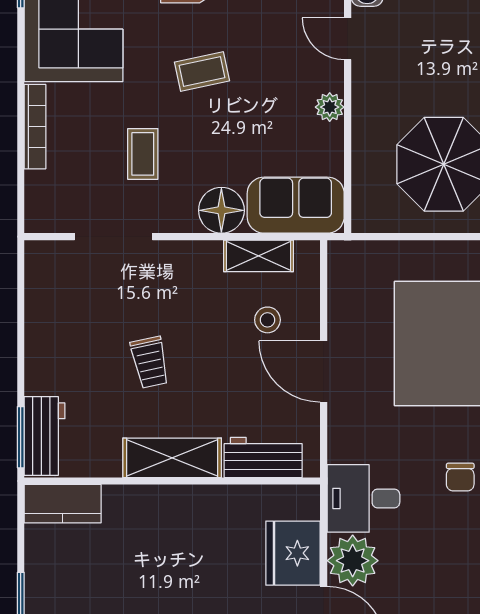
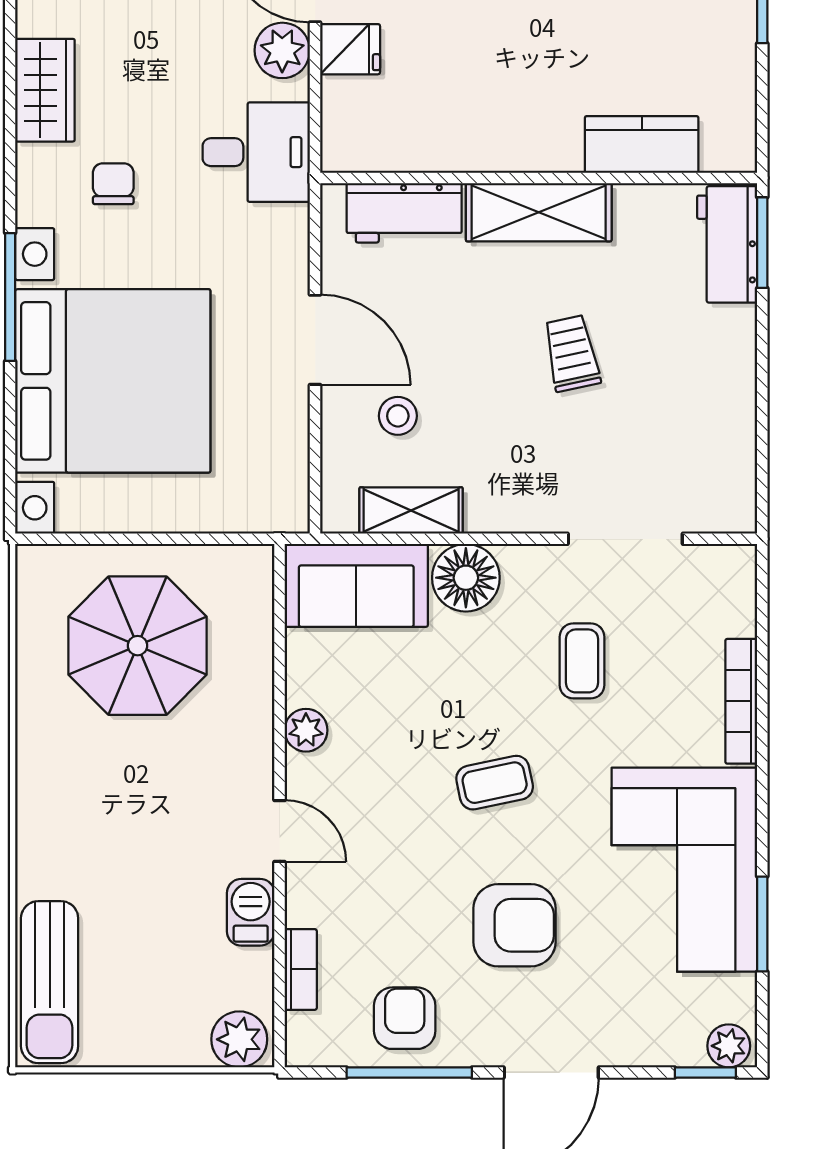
kitchen counter: (63, 504) -> (642, 144), moved
fridge: (293, 553) -> (350, 49), width x0.53, depth x0.75
plant: (353, 561) -> (282, 50), width x0.73, depth x0.73

